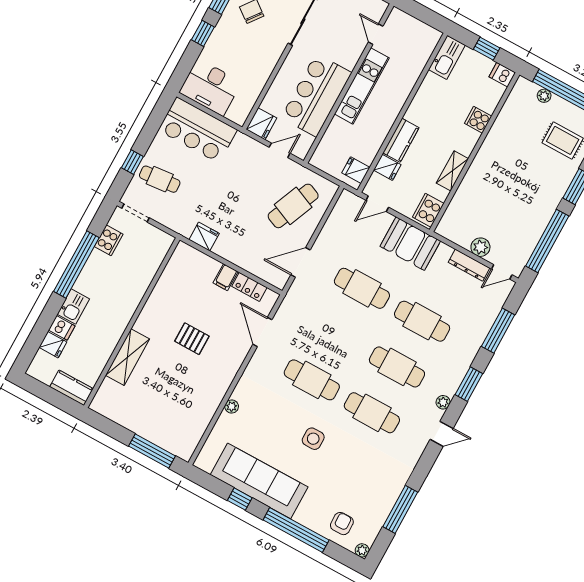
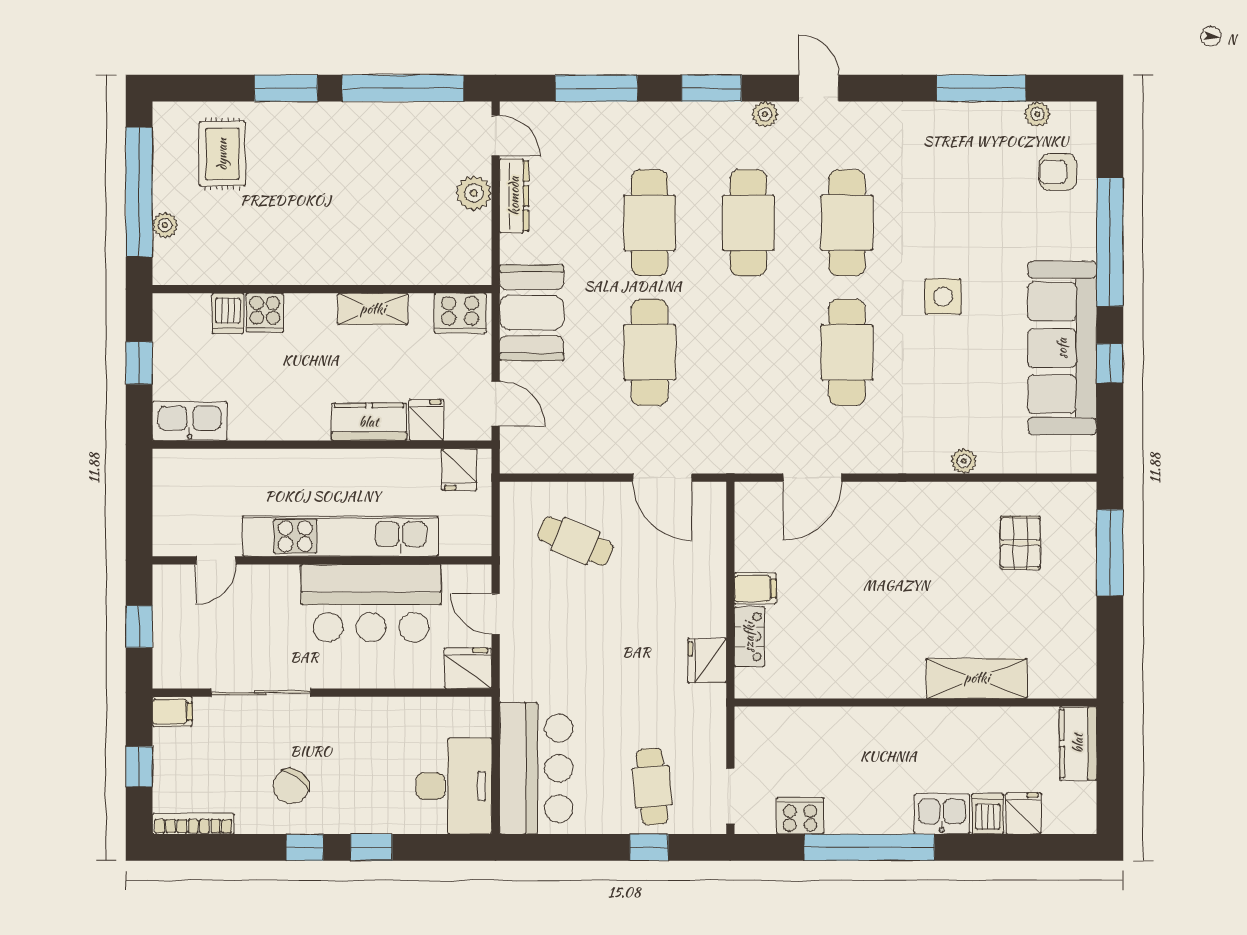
dishwasher: (502, 75) -> (228, 313), moved
kitchen unit: (362, 86) -> (340, 536), width x1.36
cafe table: (293, 206) -> (575, 541), width x0.73, depth x0.74
locker: (249, 287) -> (749, 637), moved
pallet: (192, 339) -> (1020, 543), moved
plant: (362, 550) -> (1037, 114), moved

